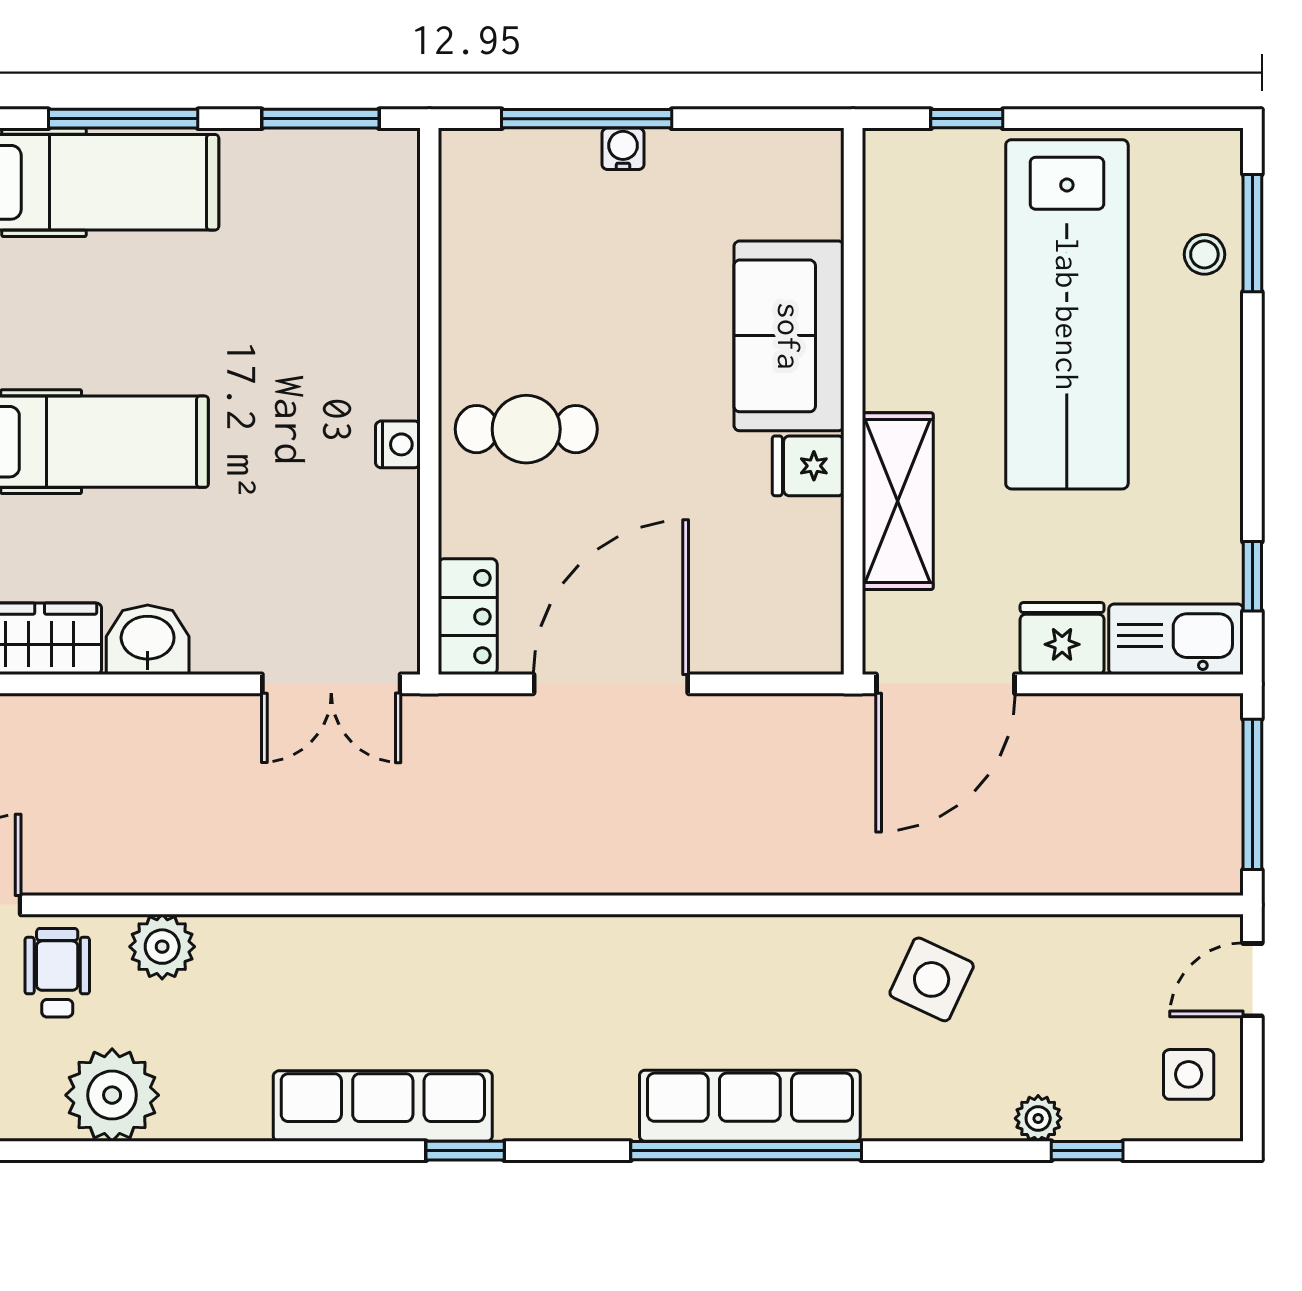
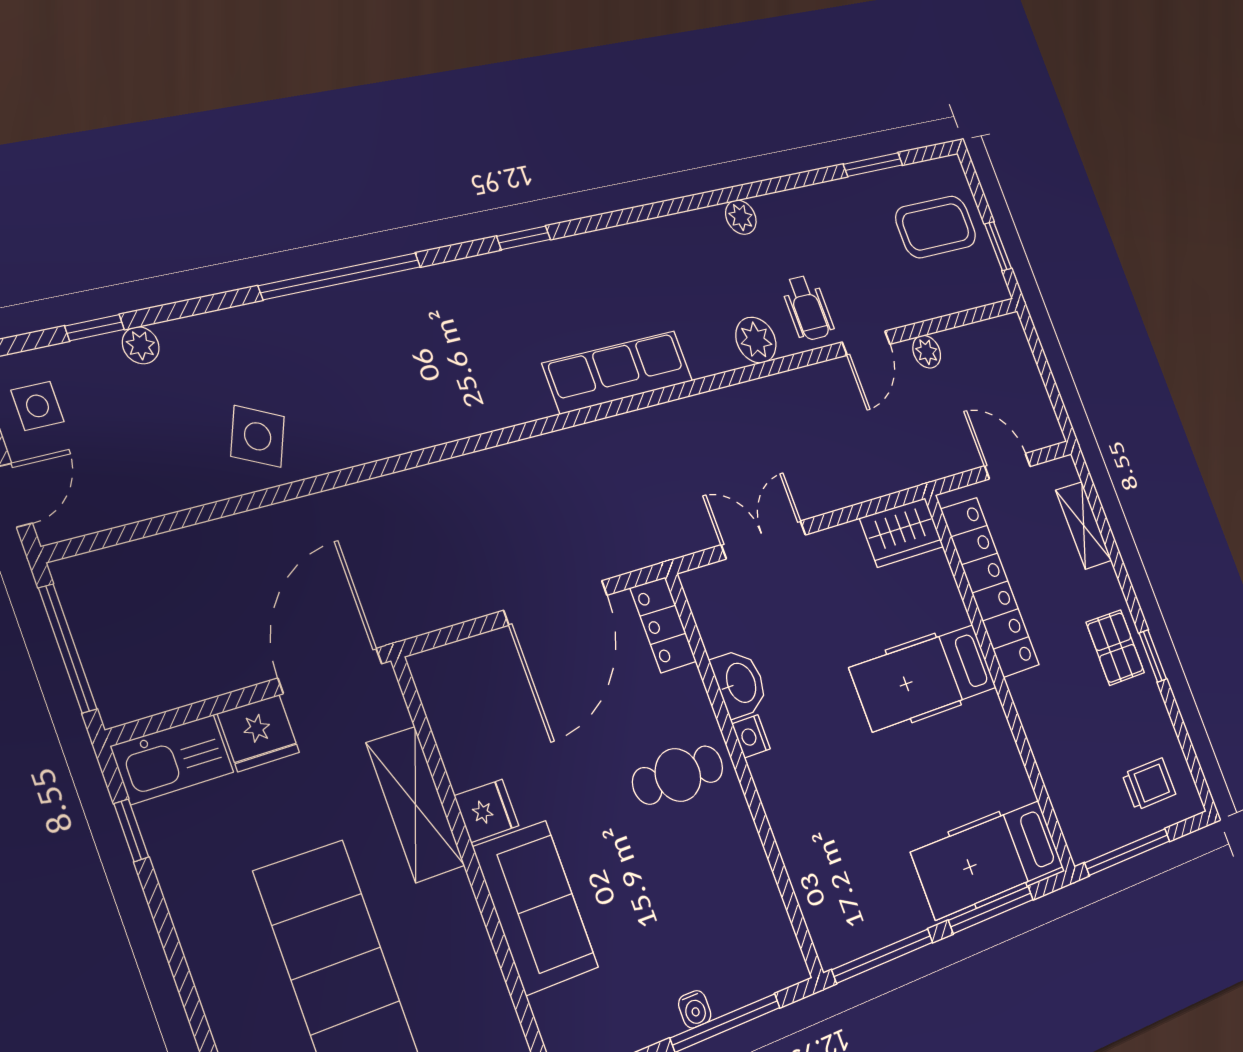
window: (320, 119) -> (883, 956), width x1.44
washbasin: (148, 640) -> (740, 683), moved, turned -90
double door: (331, 684) -> (764, 540), moved
plant: (112, 1095) -> (741, 217), width x0.53, depth x0.53
row of seats: (383, 1106) -> (618, 372), moved, turned 180
row of seats: (750, 1106) -> (350, 310), removed

